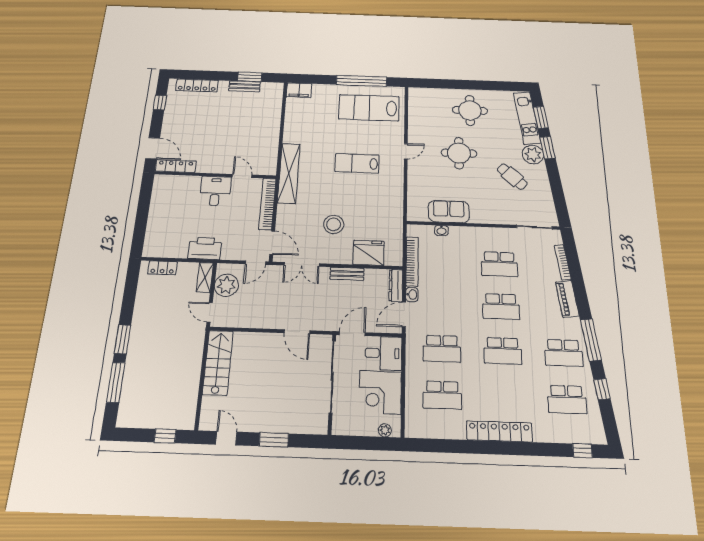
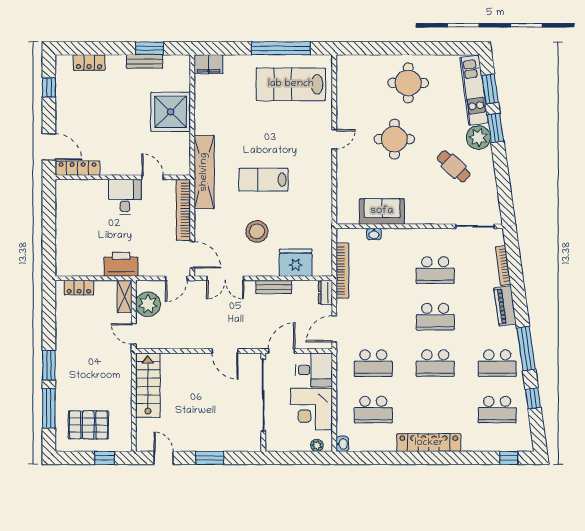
locker: (197, 85) -> (89, 63), width x0.66
shower: (263, 125) -> (171, 112), added
lab bench: (357, 163) -> (263, 180), moved
dresser: (396, 285) -> (325, 293), width x0.70
washbasin: (412, 294) -> (342, 444), moved
pallet: (153, 401) -> (88, 425), added

